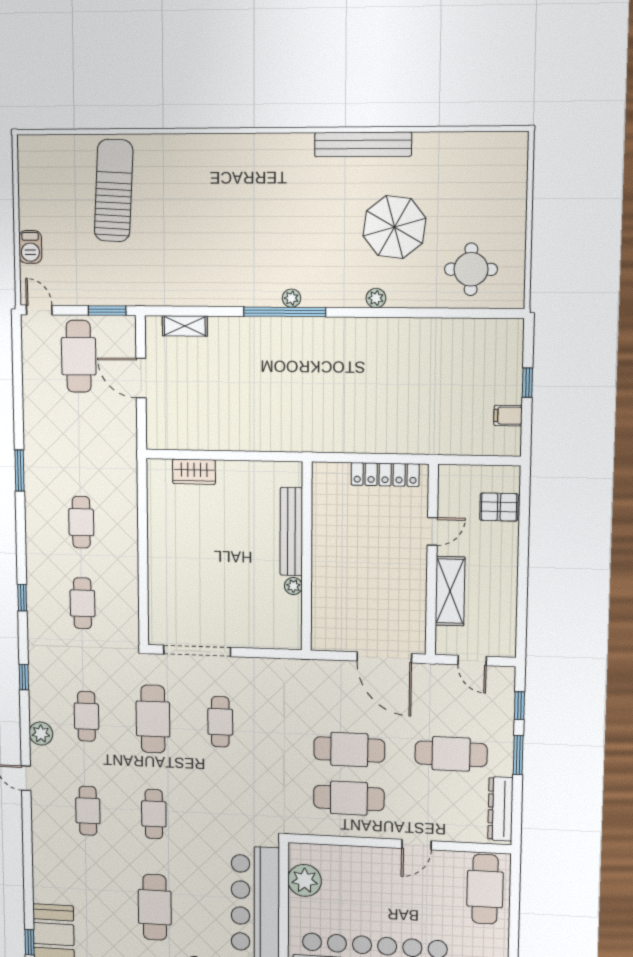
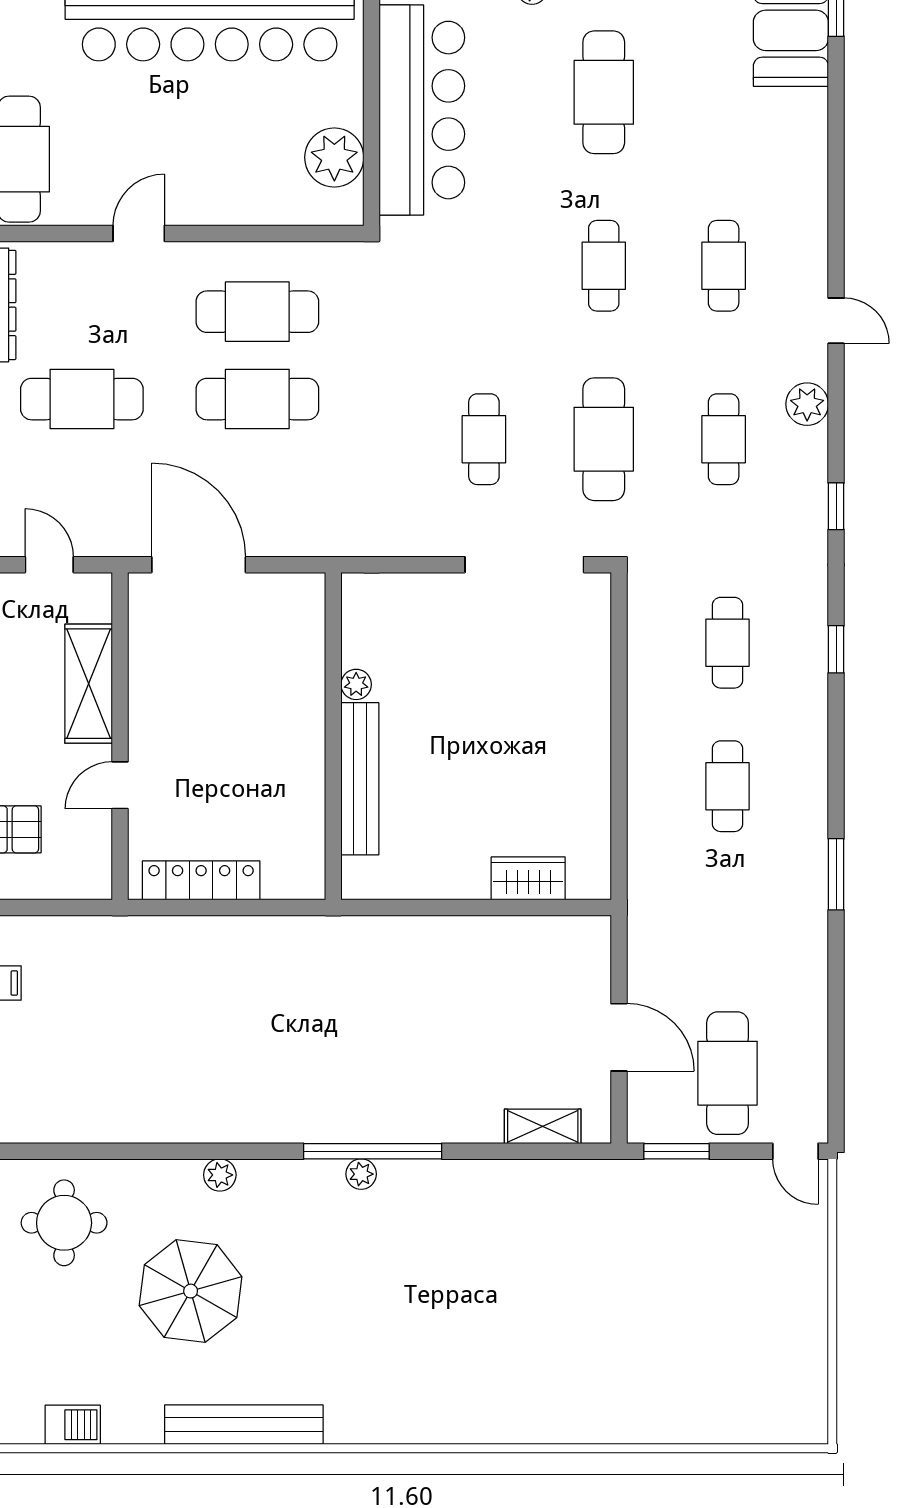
sun lounger: (114, 191) -> (663, 1351), removed
barbecue: (30, 247) -> (73, 1425), moved, turned 90

